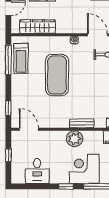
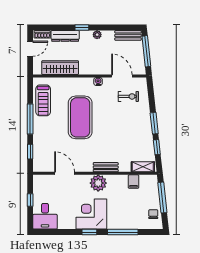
window: (8, 60) -> (30, 119), moved
door: (29, 129) -> (65, 173), moved
corner desk: (84, 169) -> (91, 214), moved
desk: (37, 171) -> (45, 216), moved

